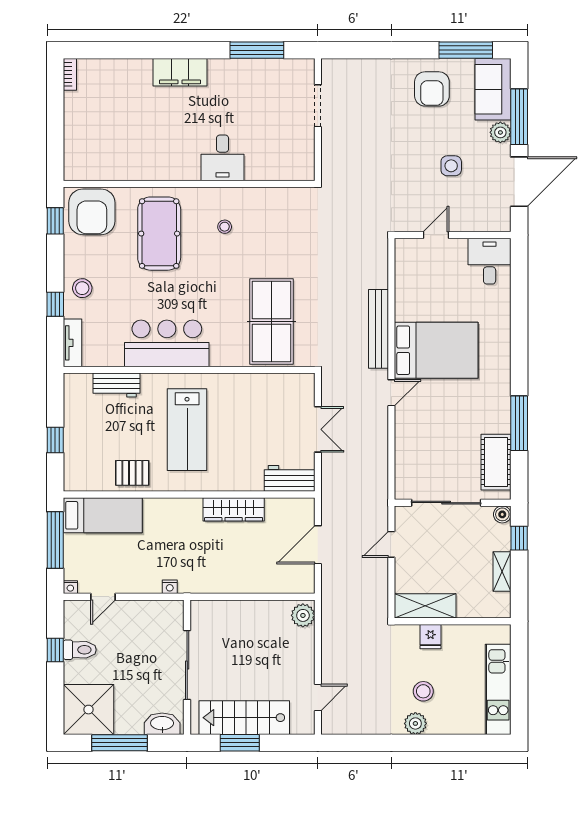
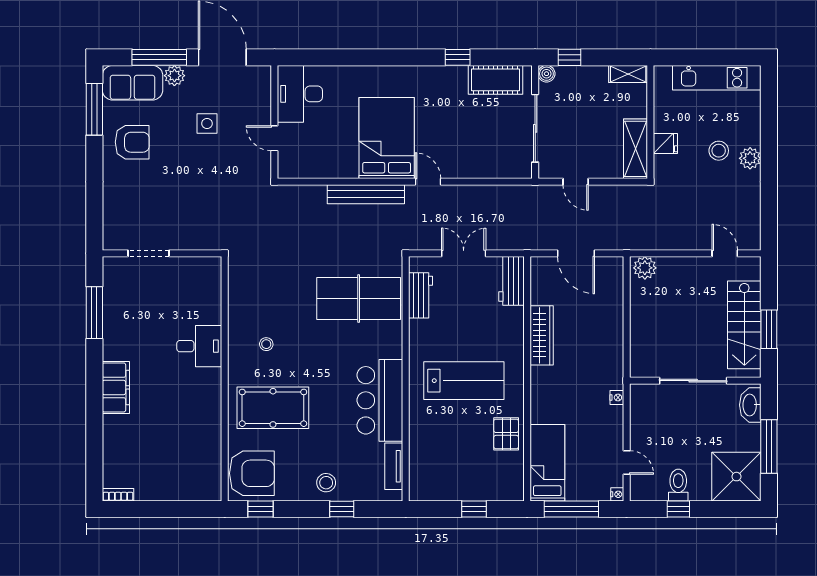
desk: (490, 261) -> (300, 94), width x1.37
tv unit: (73, 343) -> (394, 466), moved, turned -90
workbench: (117, 385) -> (421, 295), moved
window: (519, 423) -> (458, 57), width x0.46
shelving: (502, 571) -> (628, 74), moved

